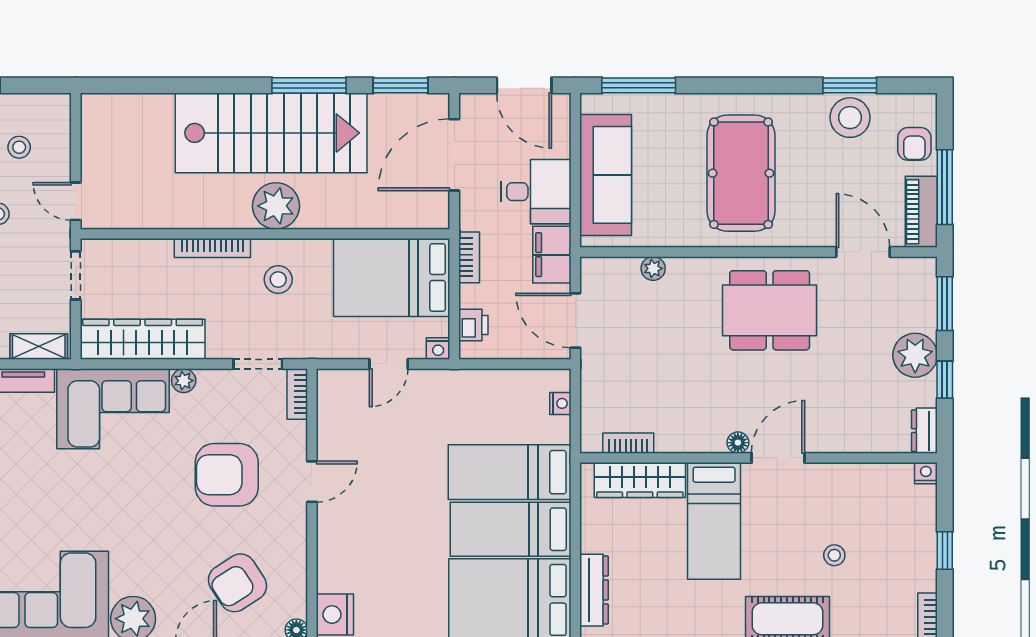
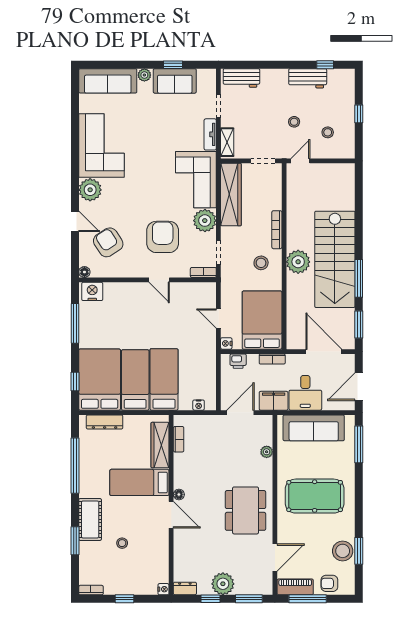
plant: (184, 381) -> (205, 221), width x1.87, depth x1.87

